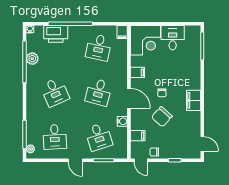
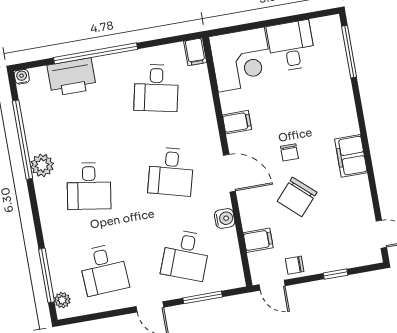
plant: (32, 59) -> (42, 165), moved
desk: (55, 92) -> (89, 186), turned 33
desk: (99, 137) -> (186, 255), turned 39

